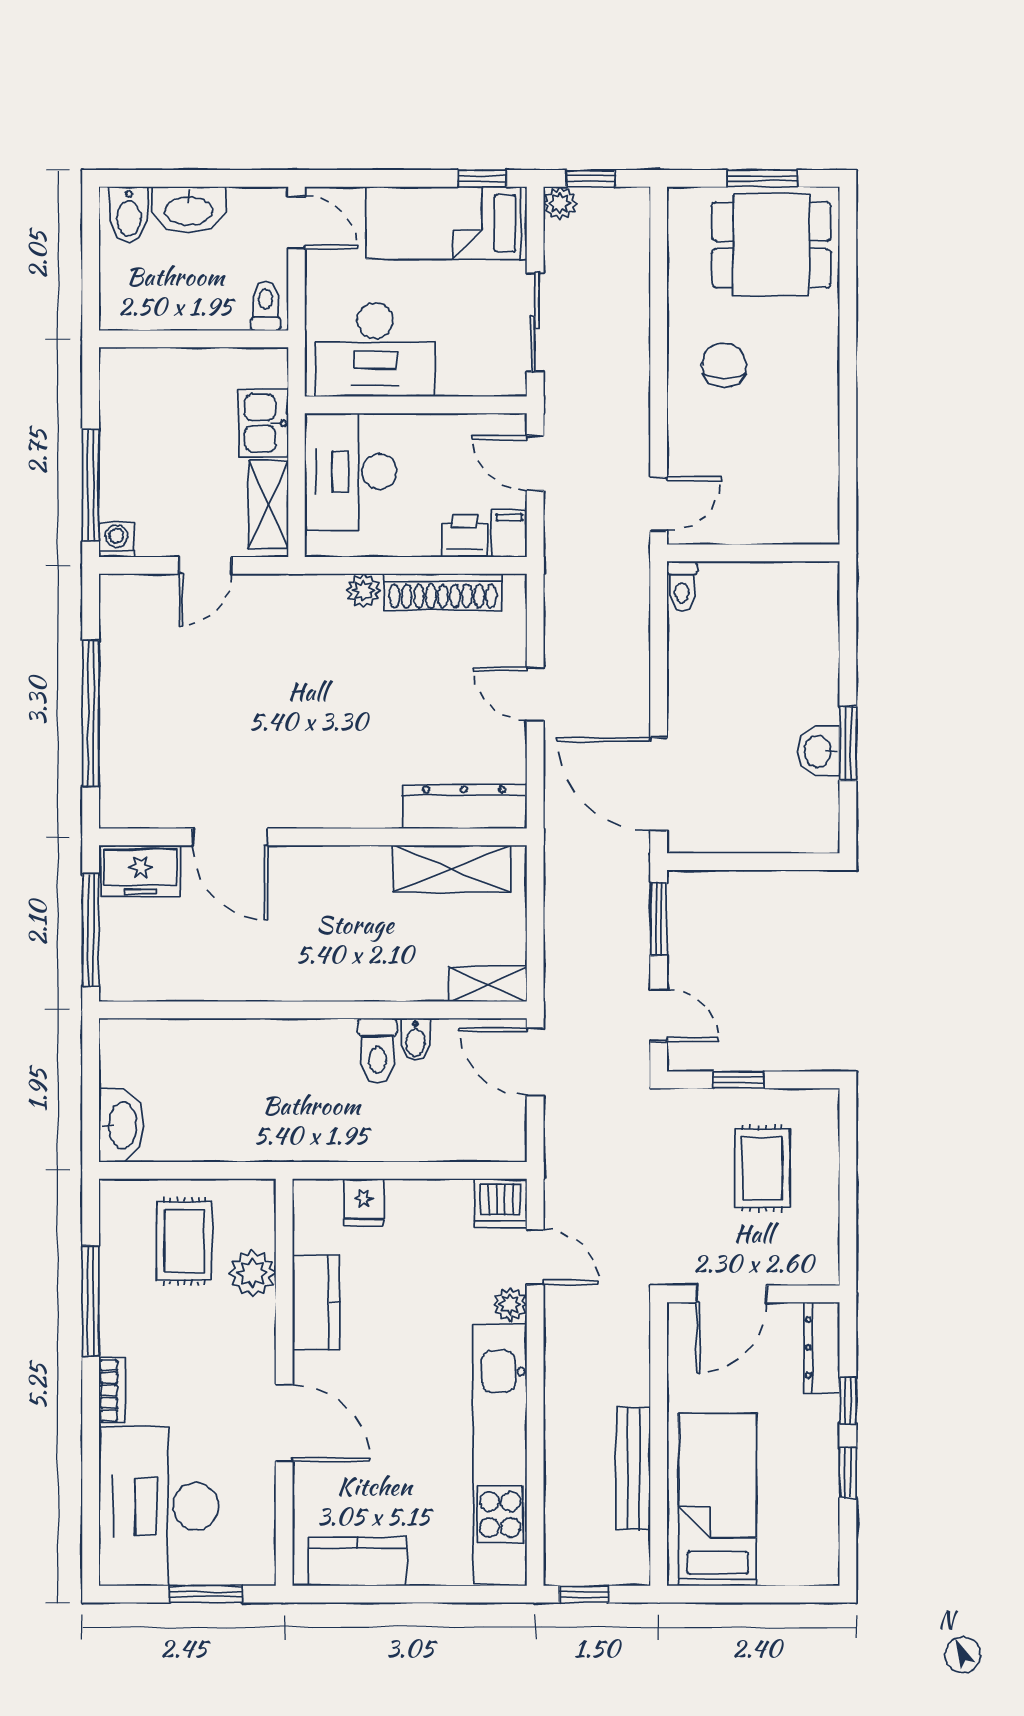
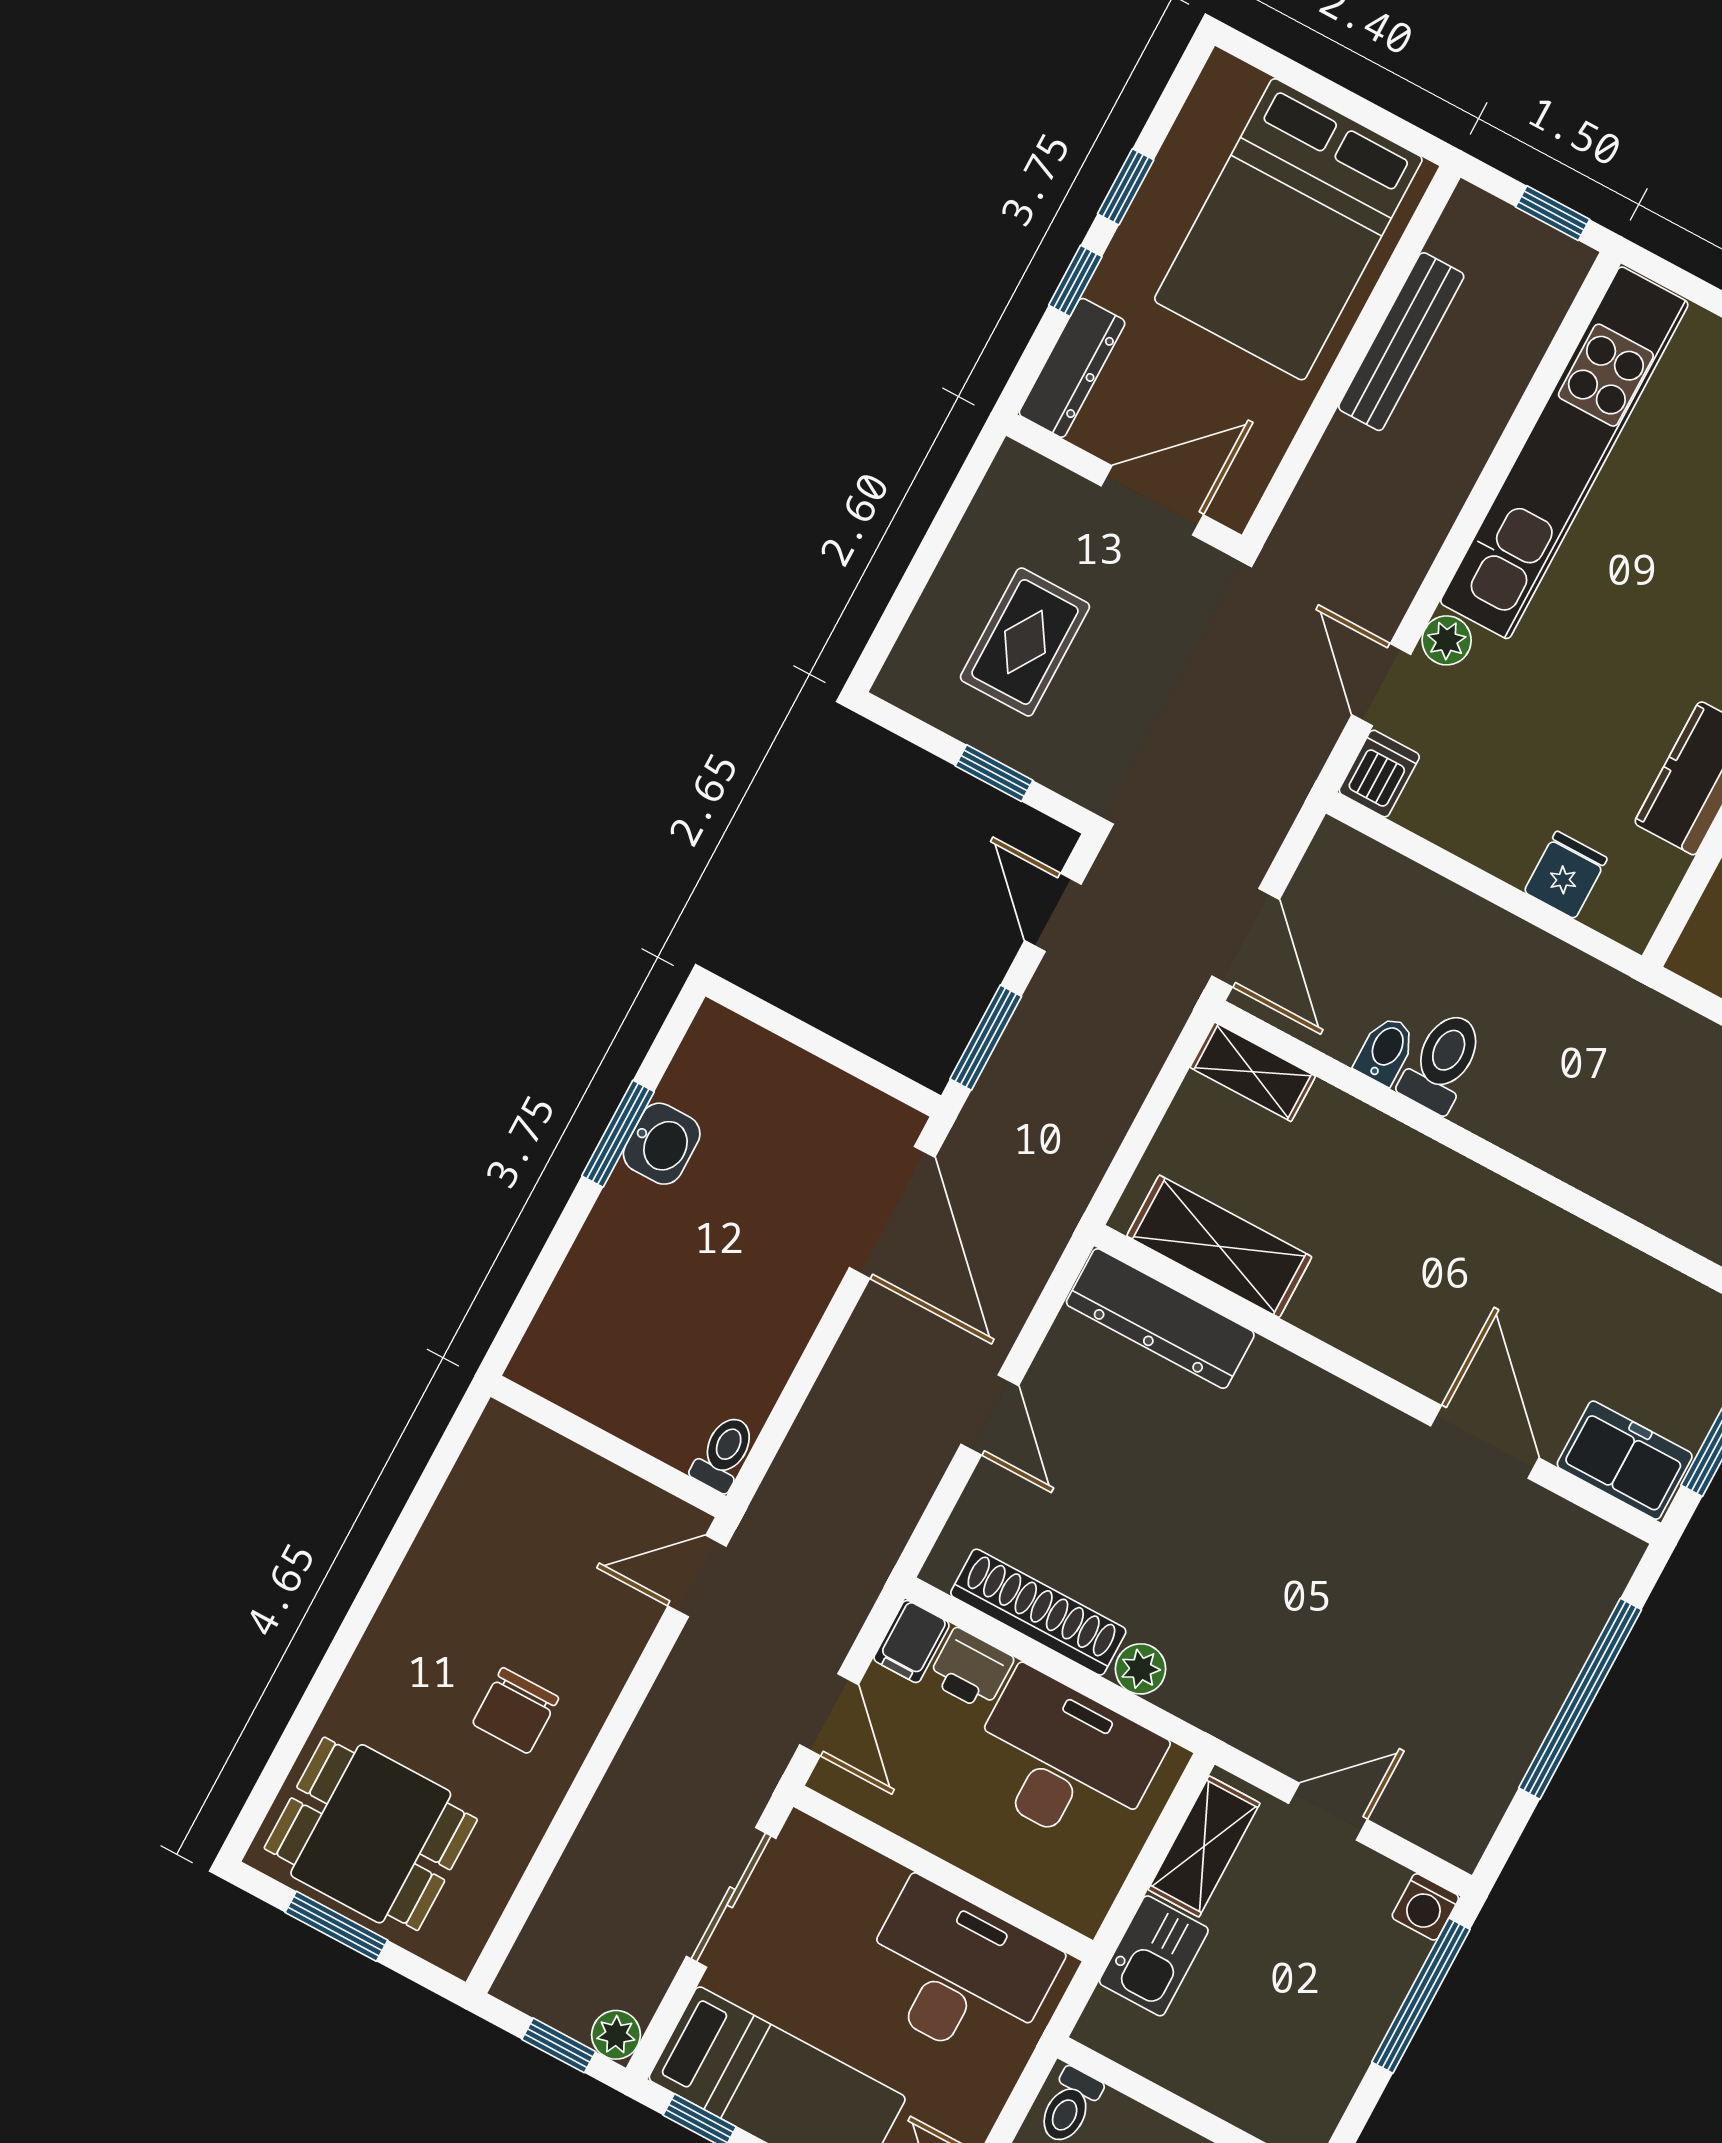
desk: (351, 472) -> (1064, 1761), moved, turned -90
dishwasher: (501, 1203) -> (1379, 774), width x0.73
bed: (718, 1500) -> (1288, 229), width x1.50

